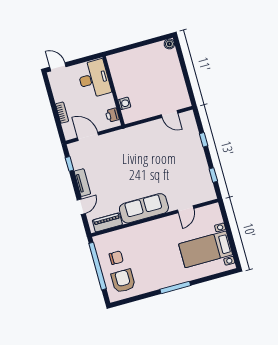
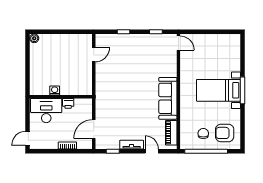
washing machine: (124, 103) -> (55, 90), moved
printer: (112, 115) -> (68, 103), moved
door: (186, 209) -> (178, 43), moved
bed with nightstands: (206, 249) -> (219, 90), moved, turned 90

